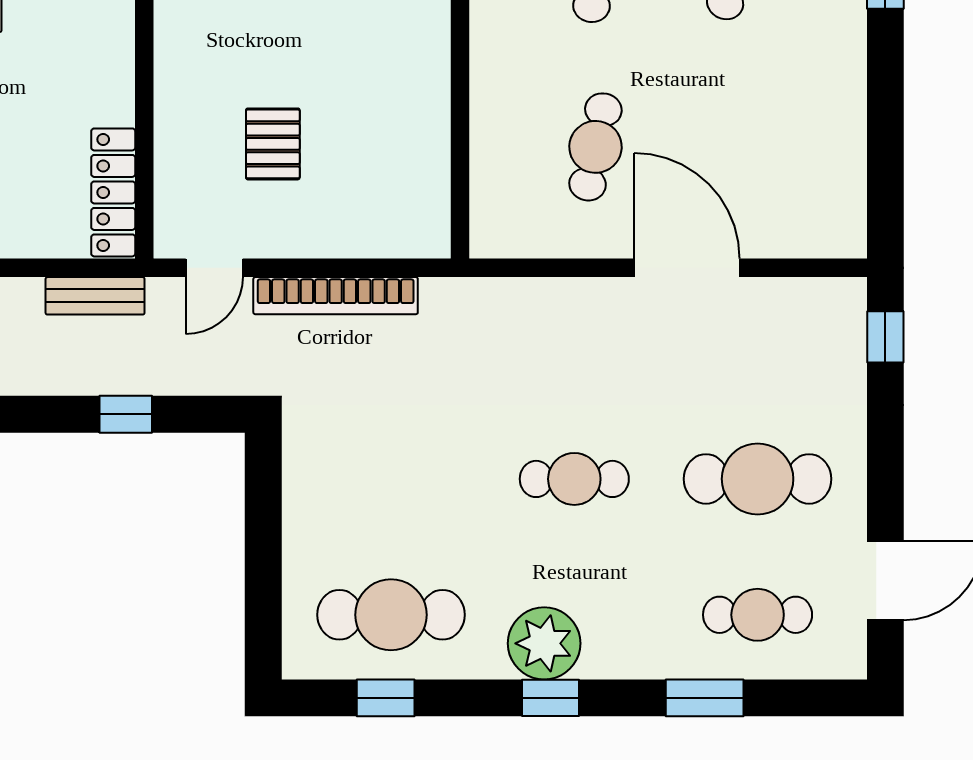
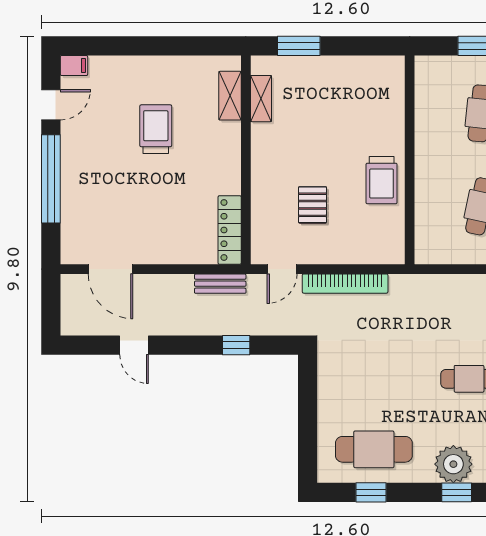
trolley: (406, 96) -> (382, 180), added

